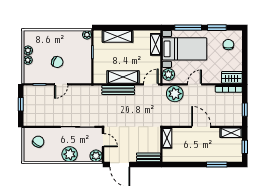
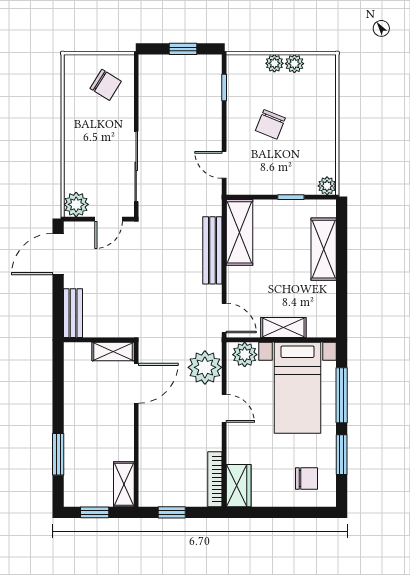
shelving: (155, 44) -> (283, 328), moved
shelving: (123, 77) -> (240, 232), moved
door: (61, 84) -> (224, 165), moved
door: (201, 127) -> (136, 383), moved
plant: (70, 154) -> (80, 150), removed

